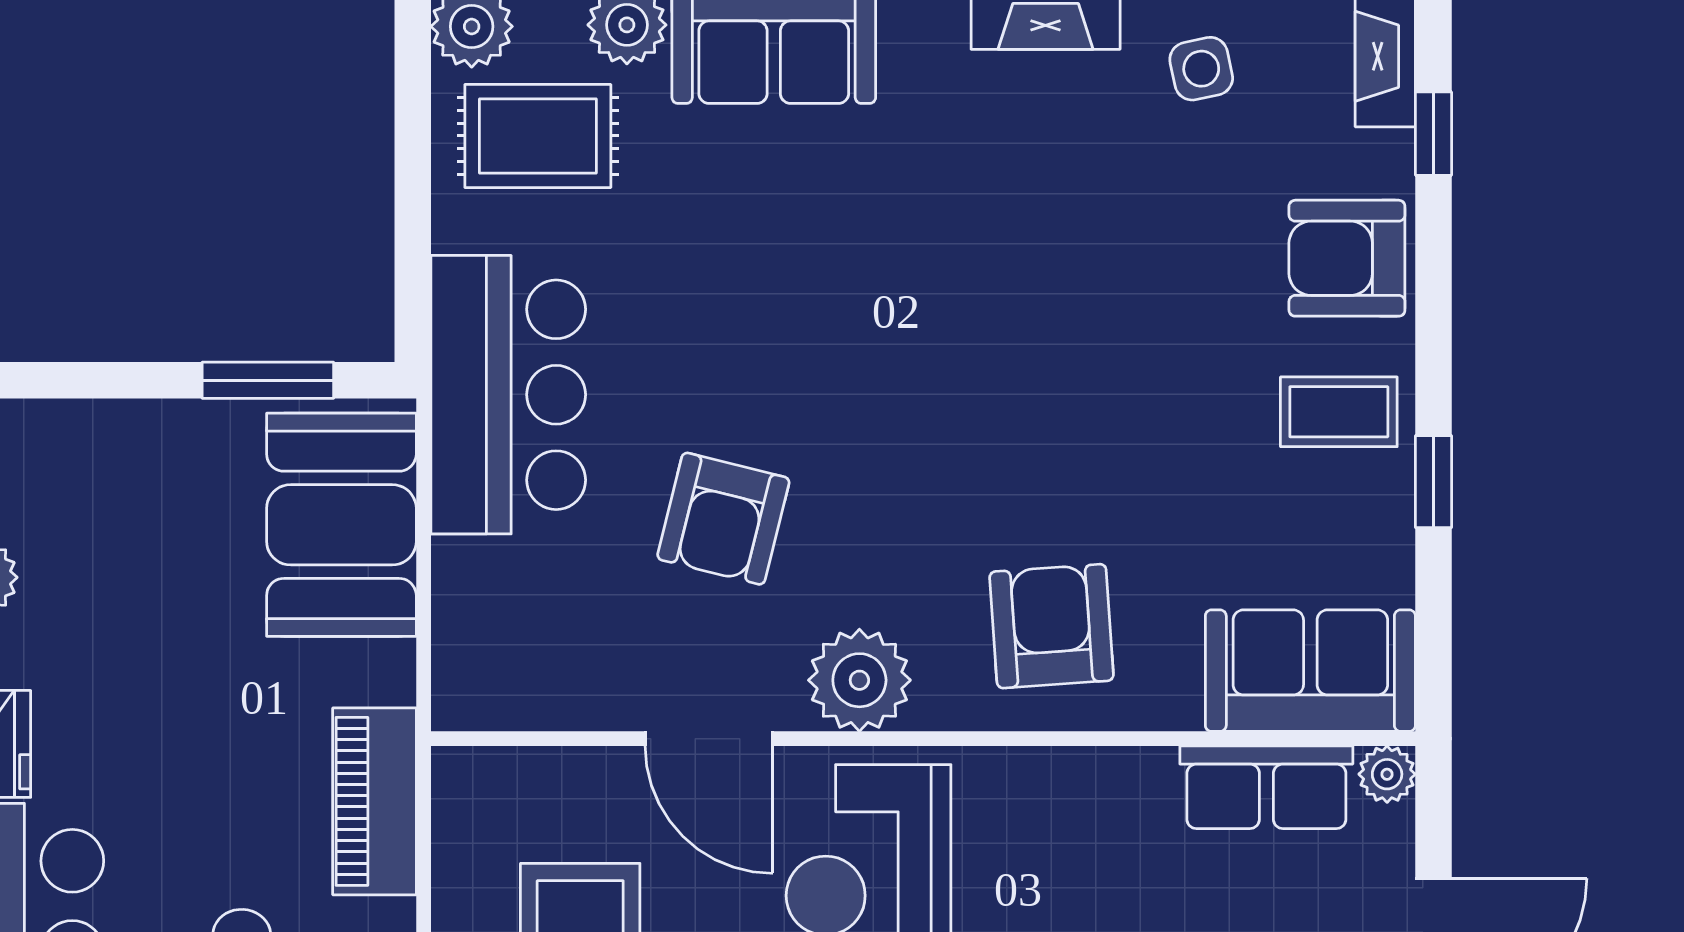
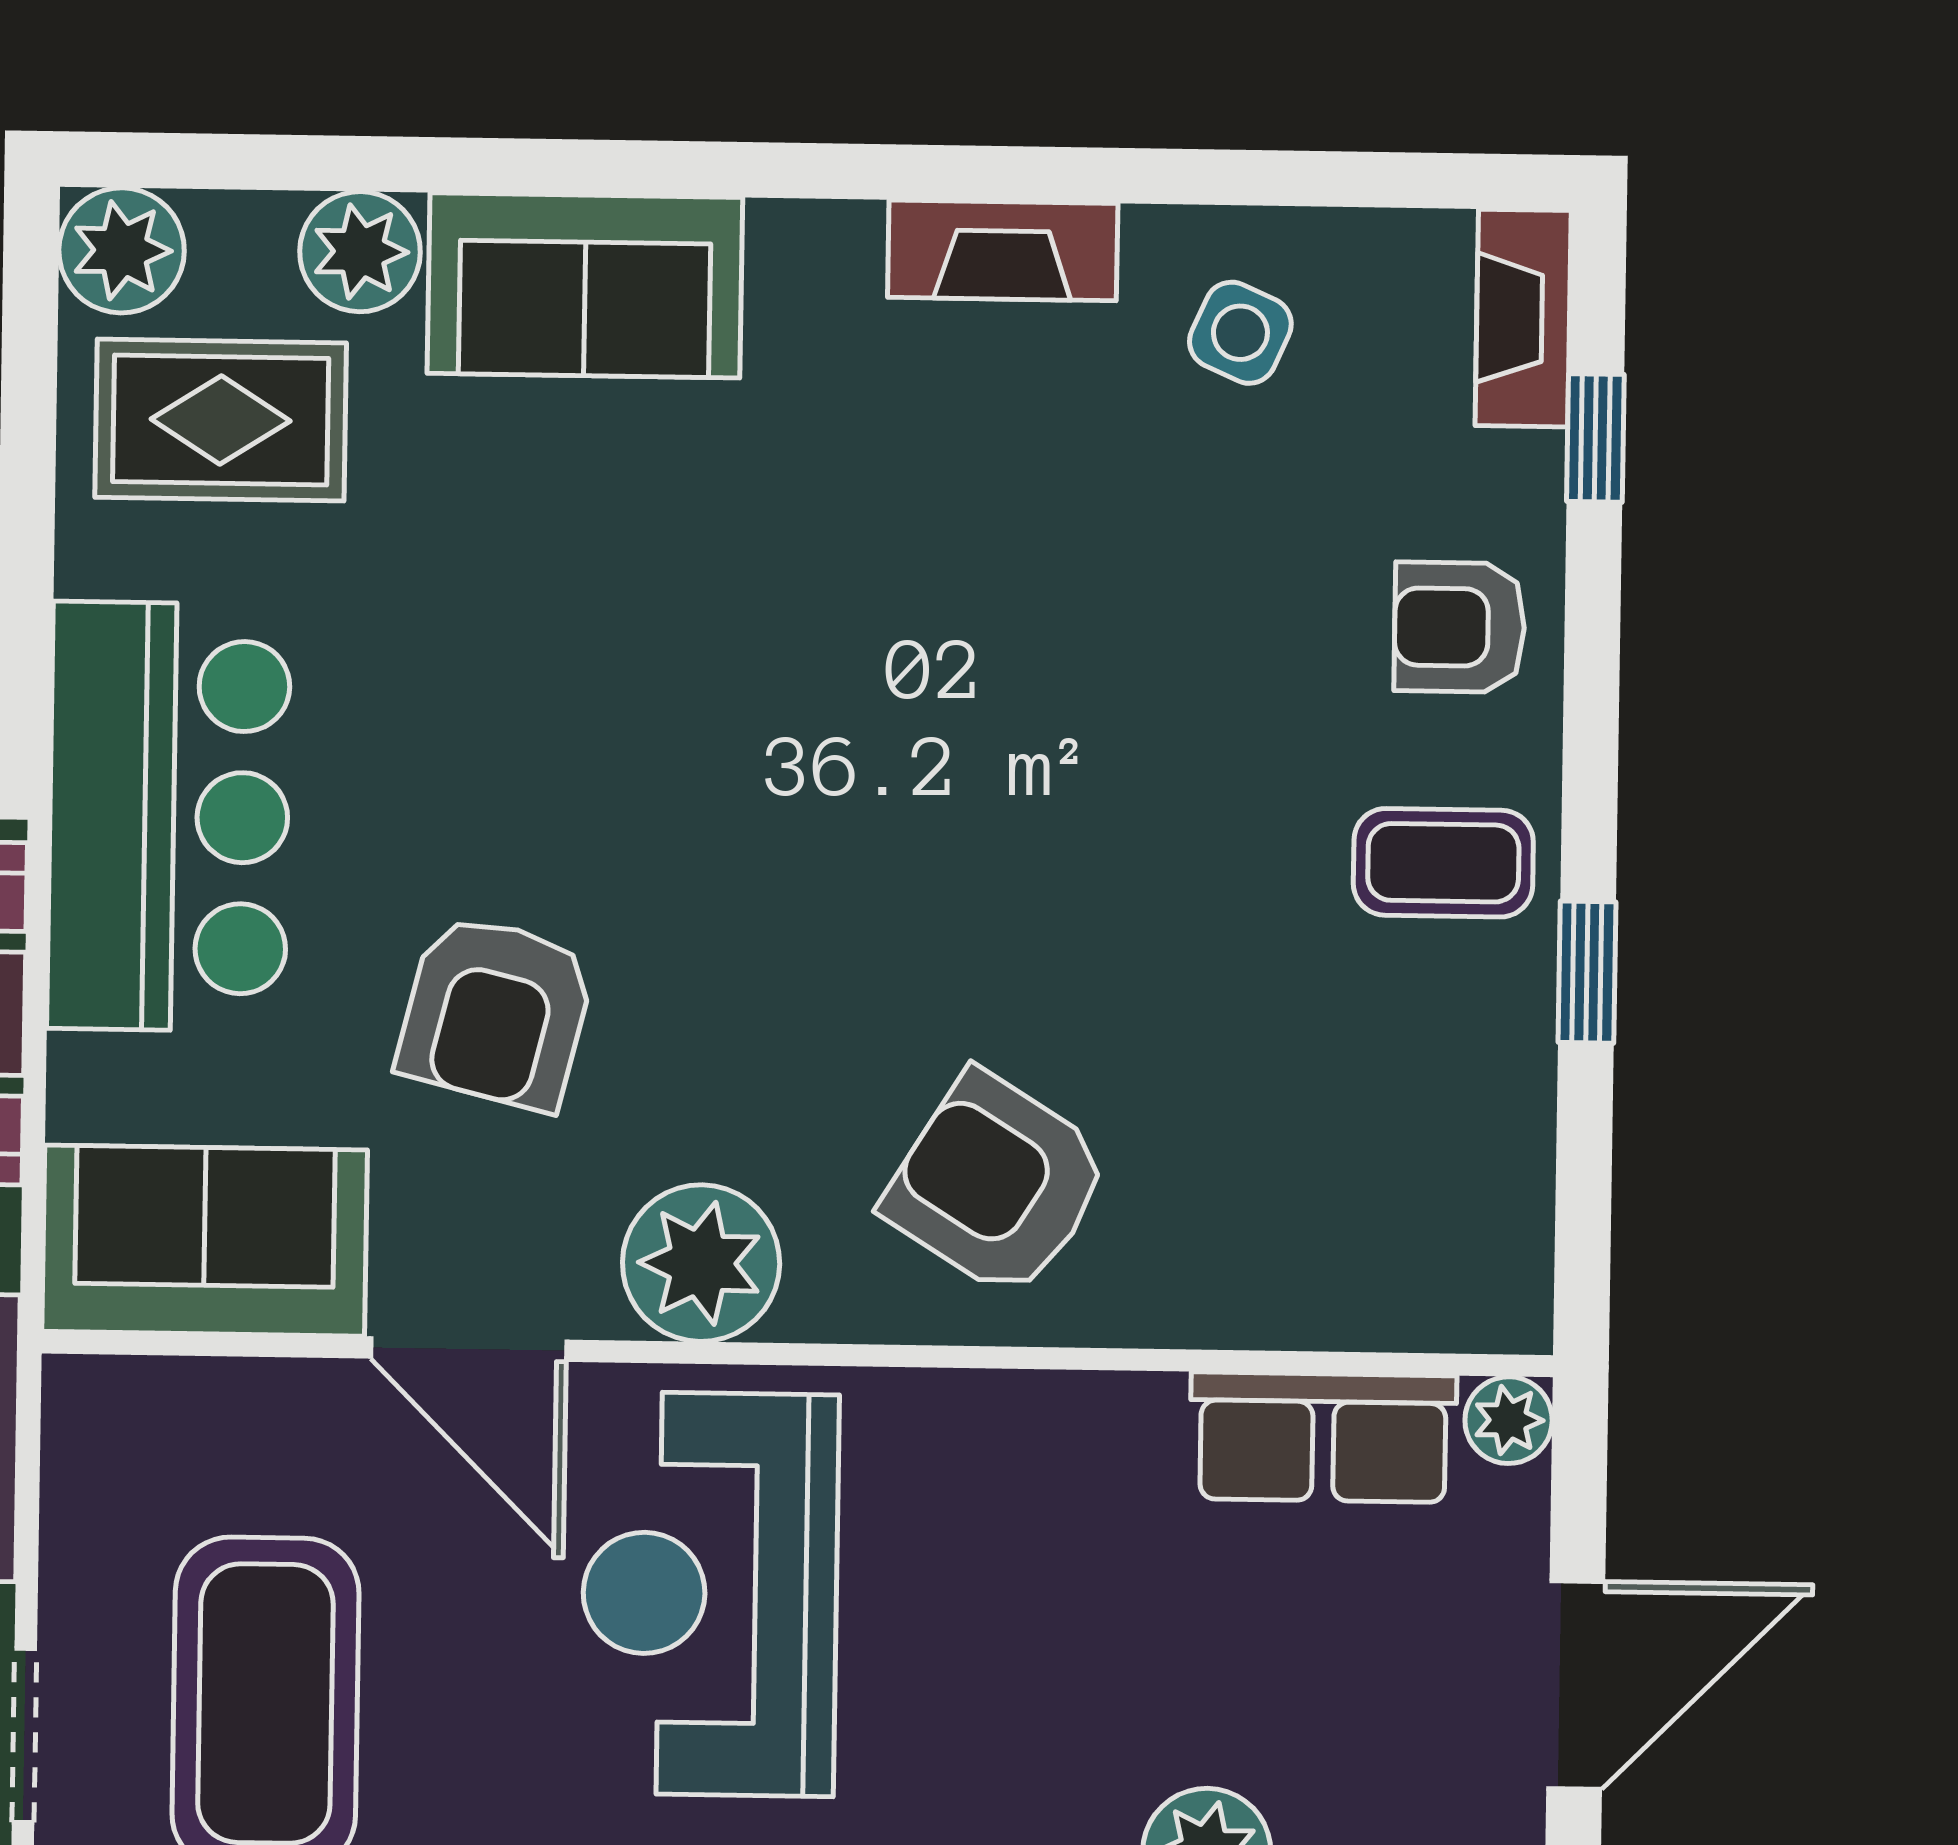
side table: (1201, 69) -> (1240, 333), turned 36
armchair: (1347, 258) -> (1460, 627), width x0.72, depth x0.72
armchair: (1052, 626) -> (997, 1185), turned -54
sofa: (1310, 671) -> (205, 1241), moved

